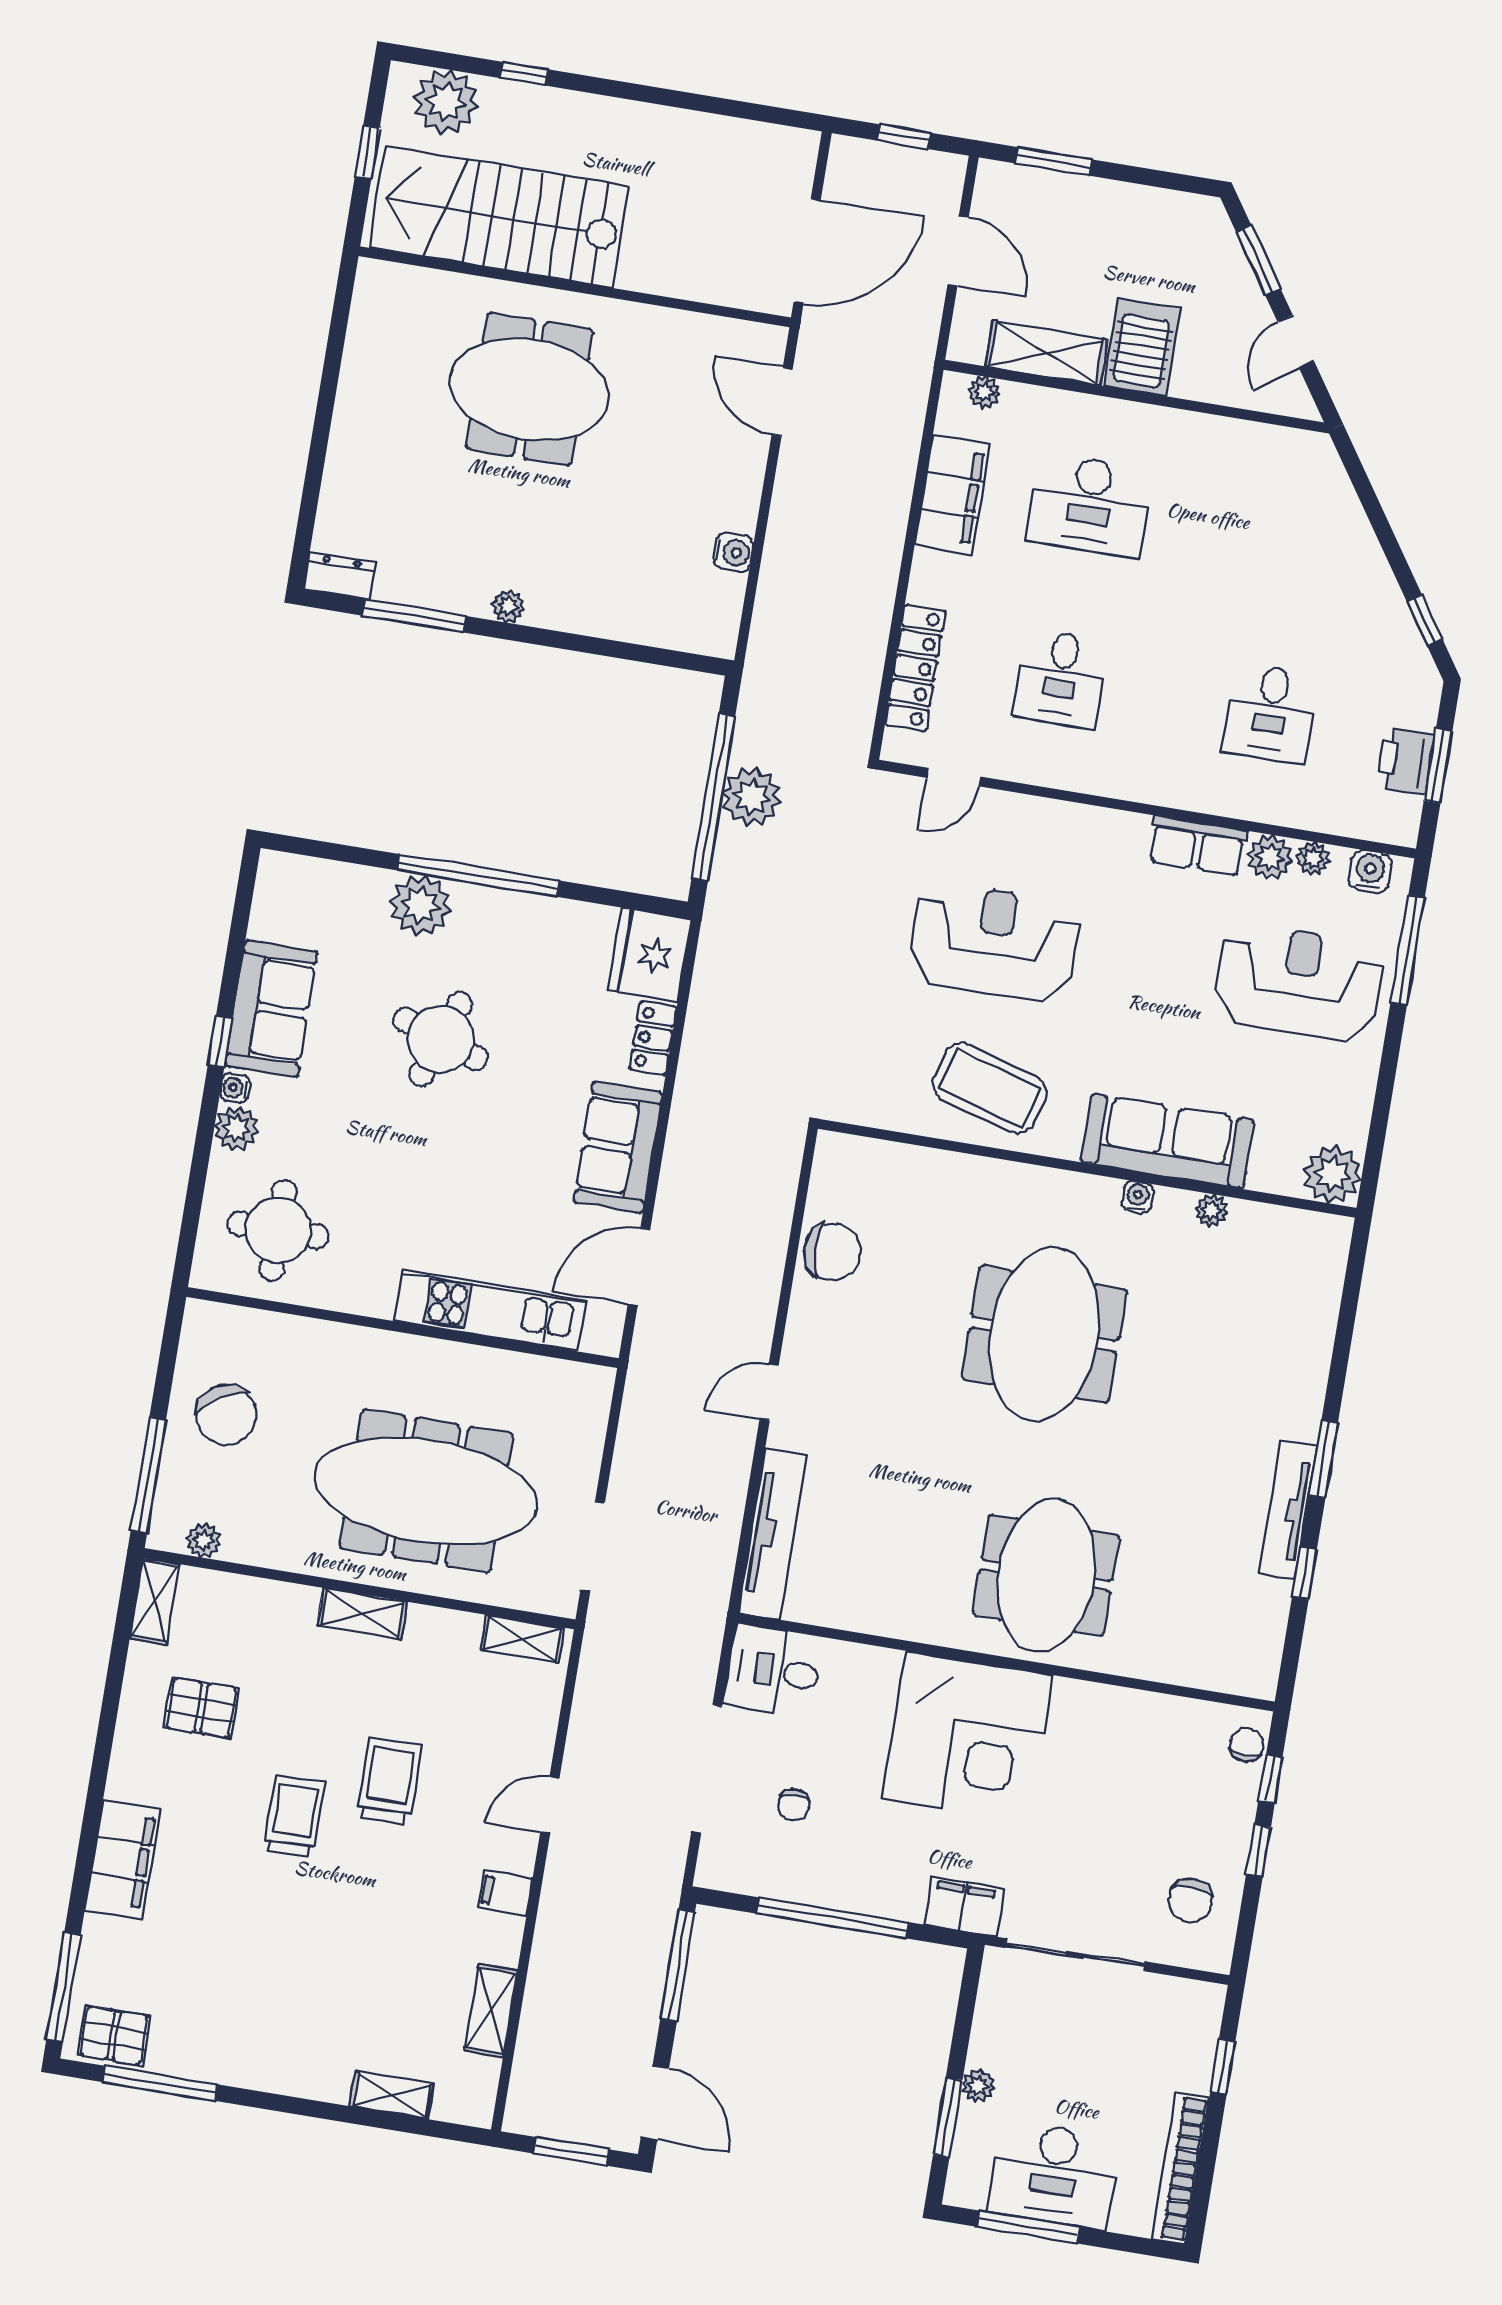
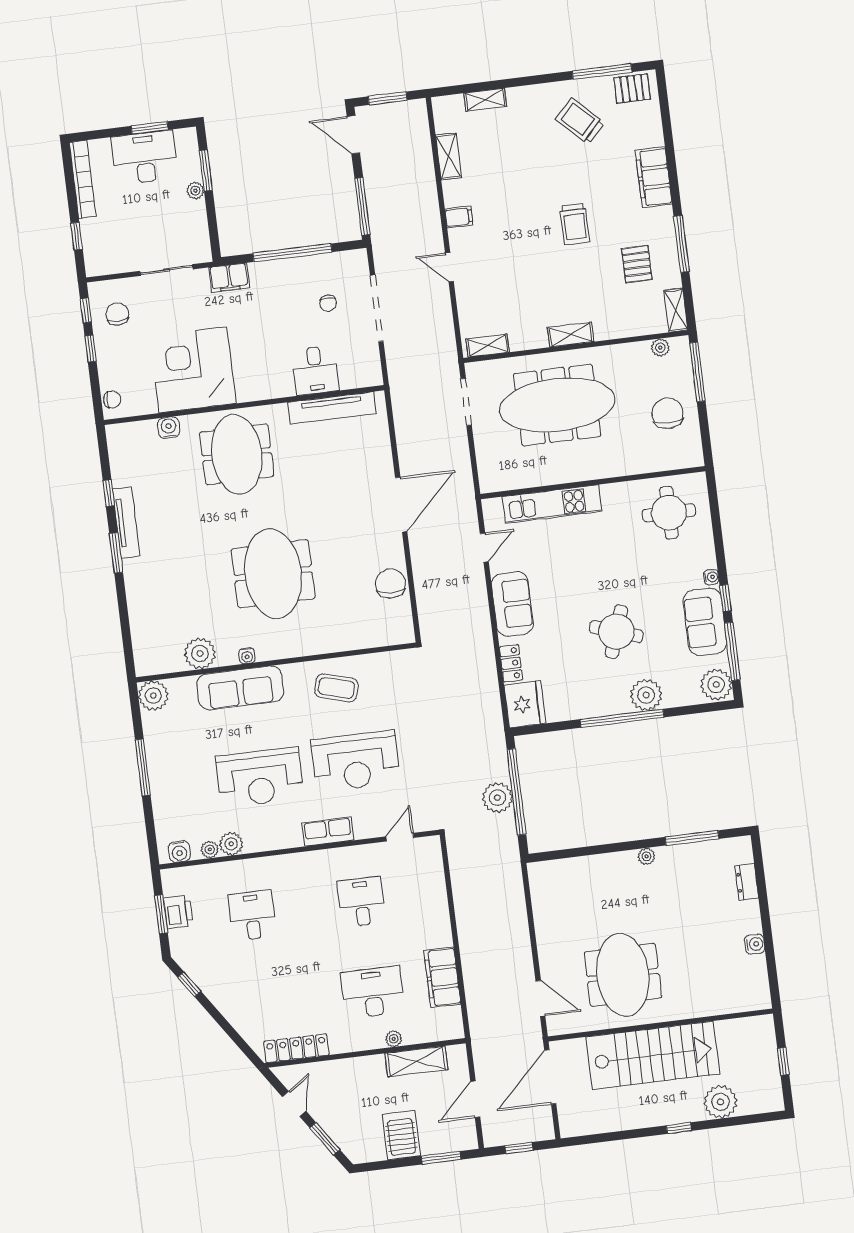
window: (524, 74) -> (679, 1128), moved
plant: (446, 102) -> (720, 1102), moved
stairs: (499, 217) -> (653, 1055), moved
door: (958, 251) -> (475, 1099), hinge flipped
server rack: (1142, 347) -> (401, 1135), moved, turned 180
meeting table: (529, 389) -> (623, 975), moved, turned 90
plant: (984, 392) -> (394, 1039), moved
water cooler: (733, 552) -> (755, 944), moved, turned 180
dresser: (340, 576) -> (747, 882), moved, turned 90
locker: (915, 668) -> (296, 1048), moved, turned 90
row of seats: (1197, 846) -> (328, 832), moved
window: (237, 939) -> (732, 651), added
window: (1408, 950) -> (143, 767), moved
reception desk: (1299, 983) -> (260, 777), moved
coffee table: (990, 1088) -> (336, 688), width x0.73, depth x0.76
plant: (237, 1128) -> (716, 685), moved, width x1.36, depth x1.36
plant: (1212, 1210) -> (200, 653), width x1.88, depth x1.88
chair: (832, 1252) -> (390, 584), turned 93
door: (639, 1267) -> (484, 548), width x0.73
door: (769, 1392) -> (401, 505), width x1.88
chair: (226, 1415) -> (667, 413), turned 31
tv unit: (772, 1534) -> (332, 408), moved, turned -90
water cooler: (1157, 1662) -> (169, 428), added
desk: (773, 1671) -> (315, 370), moved, turned 90
pallet: (201, 1708) -> (637, 264), turned 90
corner desk: (968, 1737) -> (193, 370), moved
chair: (1247, 1745) -> (112, 400), turned -90
window: (1270, 1779) -> (86, 310), moved
trolley: (389, 1781) -> (580, 121), moved, turned 134
door: (550, 1805) -> (449, 267), swing flipped
chair: (794, 1805) -> (328, 303), turned 180
sliding door: (1075, 1955) -> (166, 270), width x0.73
window: (64, 1987) -> (681, 244), moved
window: (1028, 2227) -> (150, 128), width x0.69

